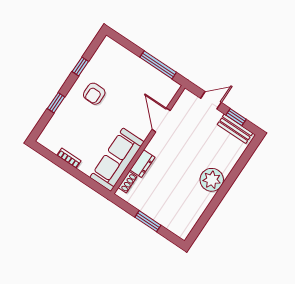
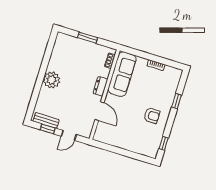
window: (158, 65) -> (113, 149), removed
window: (80, 67) -> (164, 143), moved
armchair: (94, 94) -> (152, 115), turned 90
dresser: (142, 164) -> (100, 86), moved

